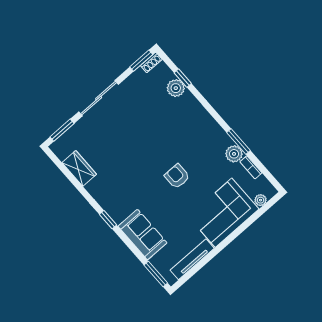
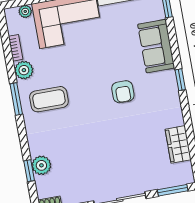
window: (239, 142) -> (16, 99), moved
coffee table: (201, 143) -> (49, 99), added
armchair: (177, 176) -> (123, 92), moved

